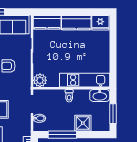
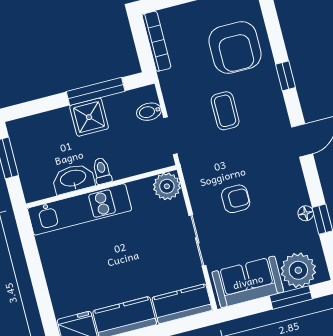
washbasin: (100, 95) -> (73, 179), moved
shower: (83, 123) -> (89, 117), moved

